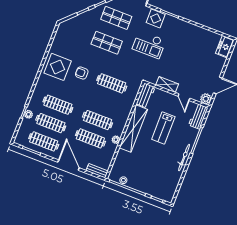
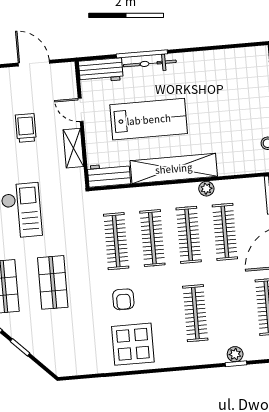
trolley: (188, 66) -> (26, 128), added
door: (184, 97) -> (81, 110), swing flipped
plant: (206, 99) -> (66, 72), removed
clothes rail: (51, 123) -> (152, 238), moved
lab bench: (163, 128) -> (149, 119), width x1.36, depth x1.39
bicycle: (184, 158) -> (150, 63), moved

